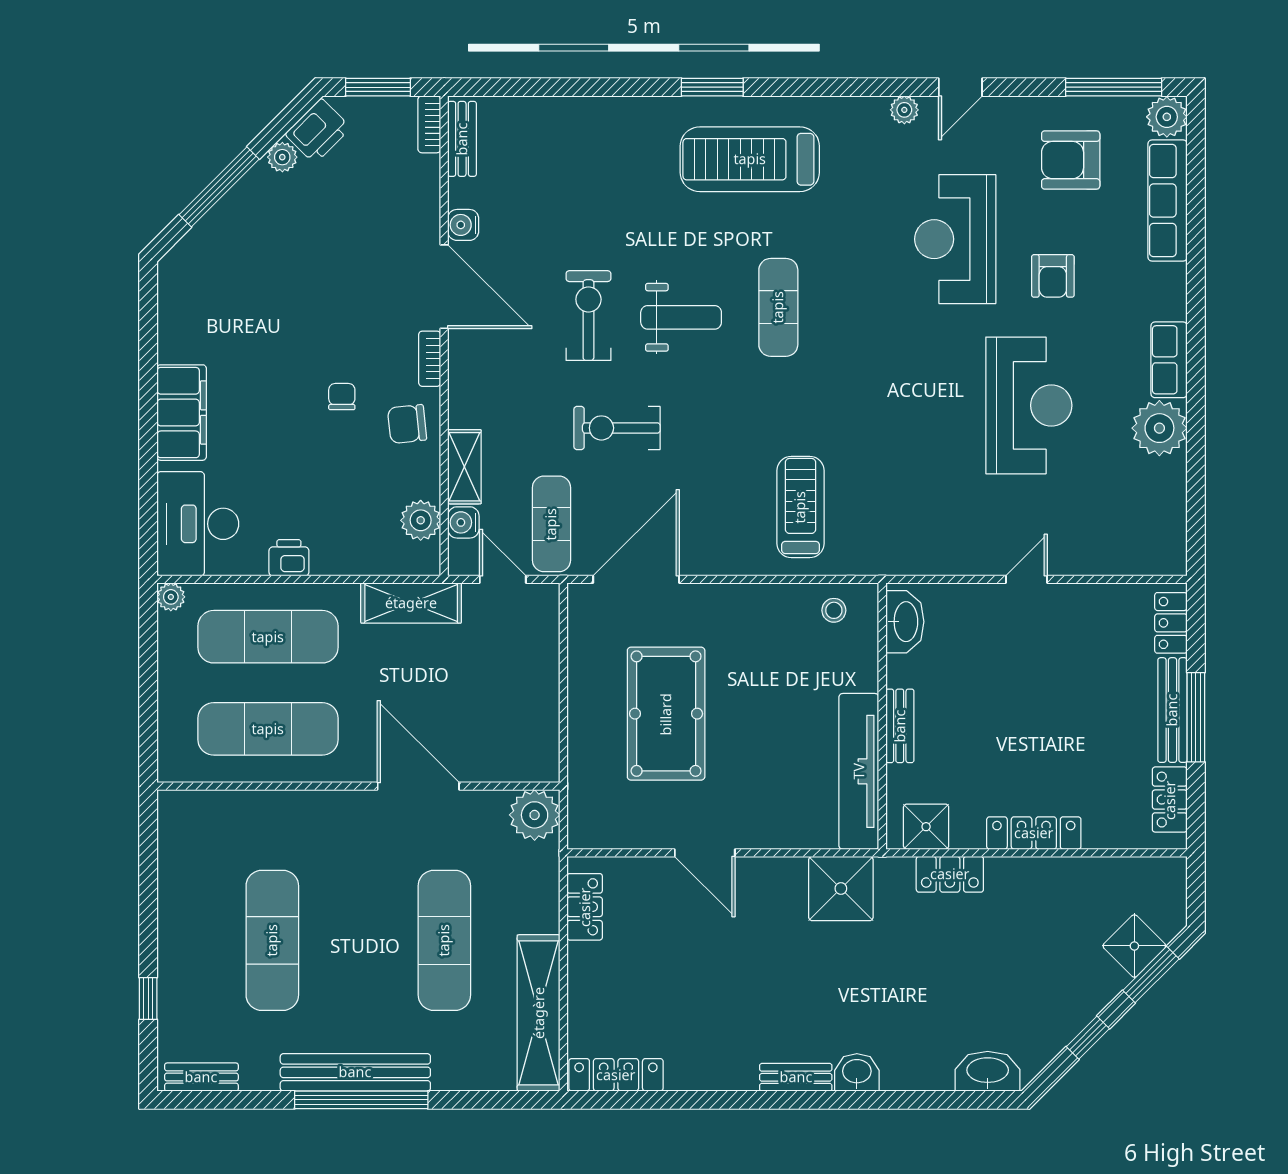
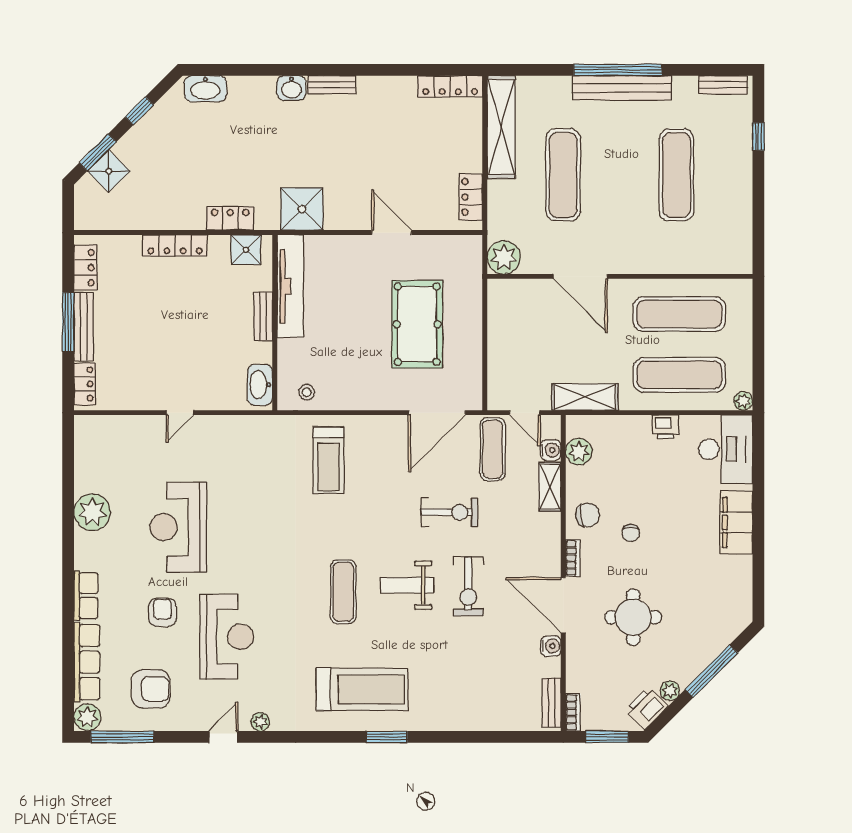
round table: (338, 269) -> (633, 617), added
row of seats: (1169, 360) -> (86, 596), moved

